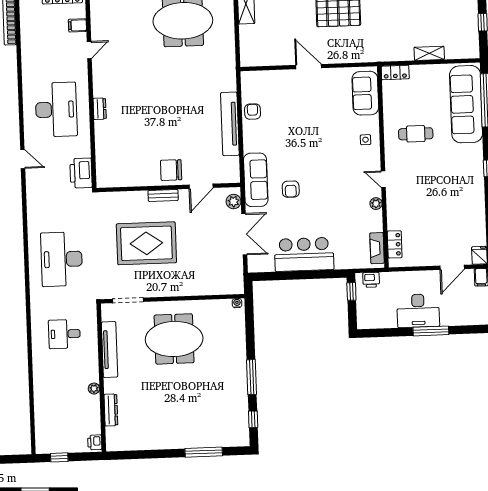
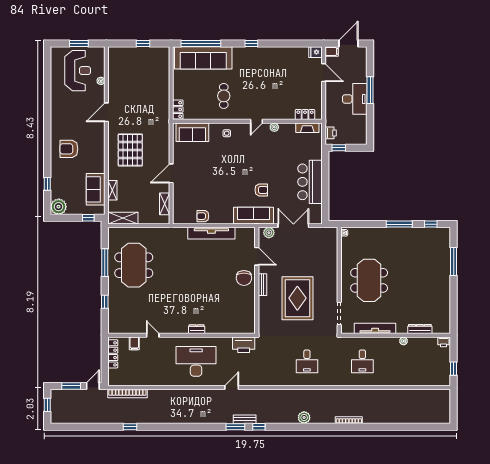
shelving: (429, 53) -> (165, 204), moved
desk: (62, 259) -> (307, 361), width x0.53, depth x0.77

